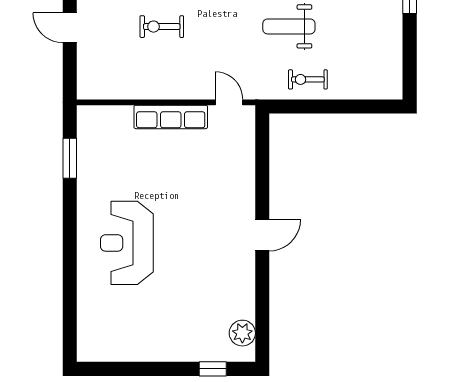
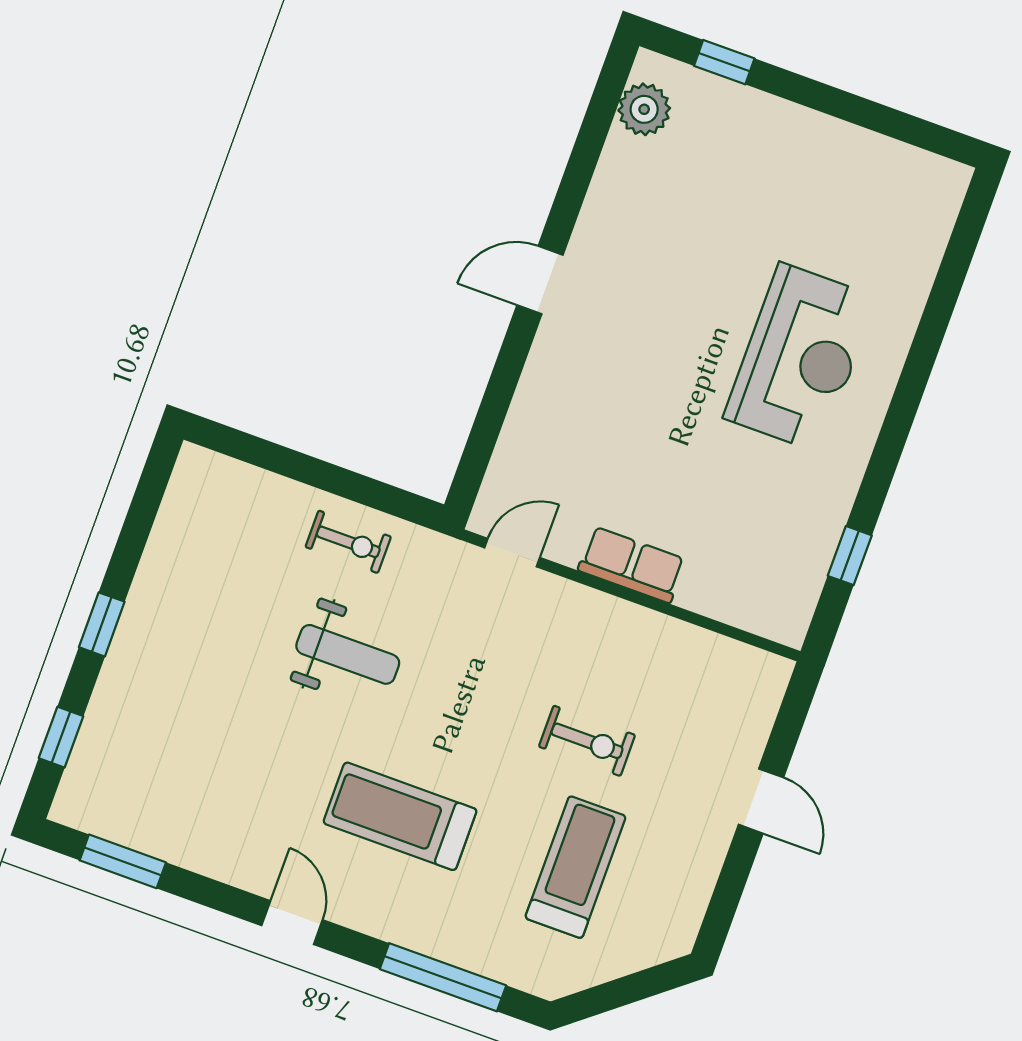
door: (229, 102) -> (512, 553), swing flipped
row of seats: (171, 117) -> (632, 565), width x0.68
window: (70, 158) -> (850, 556), width x0.67

